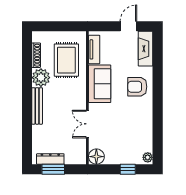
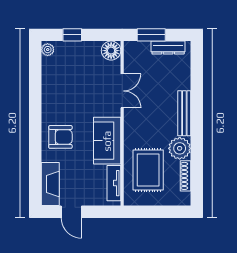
door: (128, 26) -> (71, 212), hinge flipped
window: (53, 169) -> (151, 35), moved

